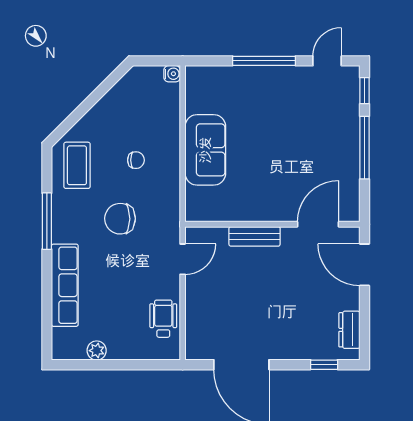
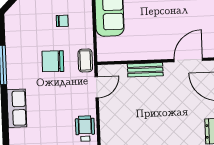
coffee table: (77, 165) -> (85, 60), moved, width x0.73, depth x0.77
row of seats: (65, 285) -> (17, 108), width x0.68

